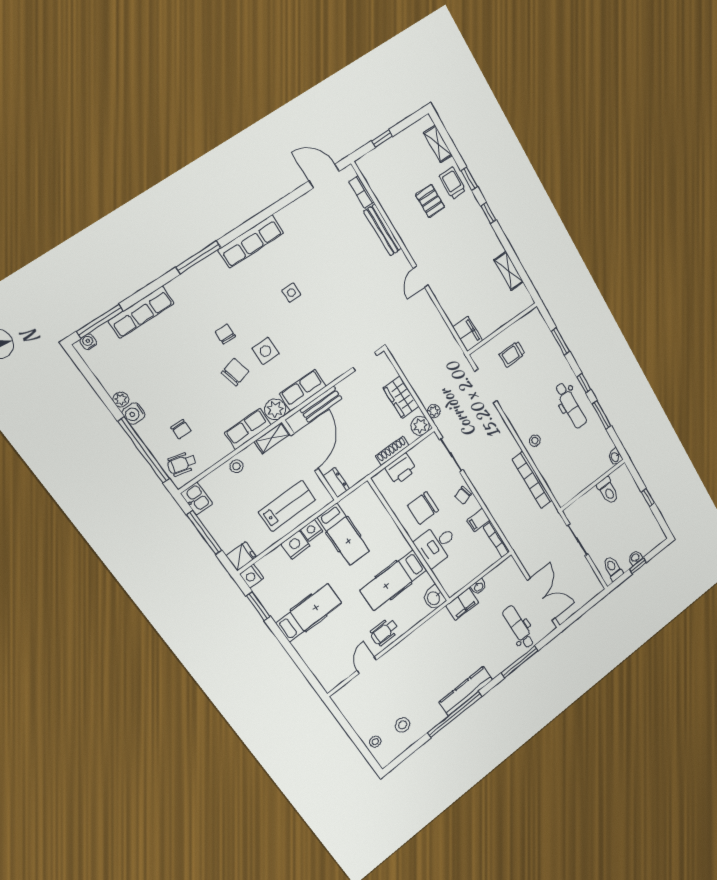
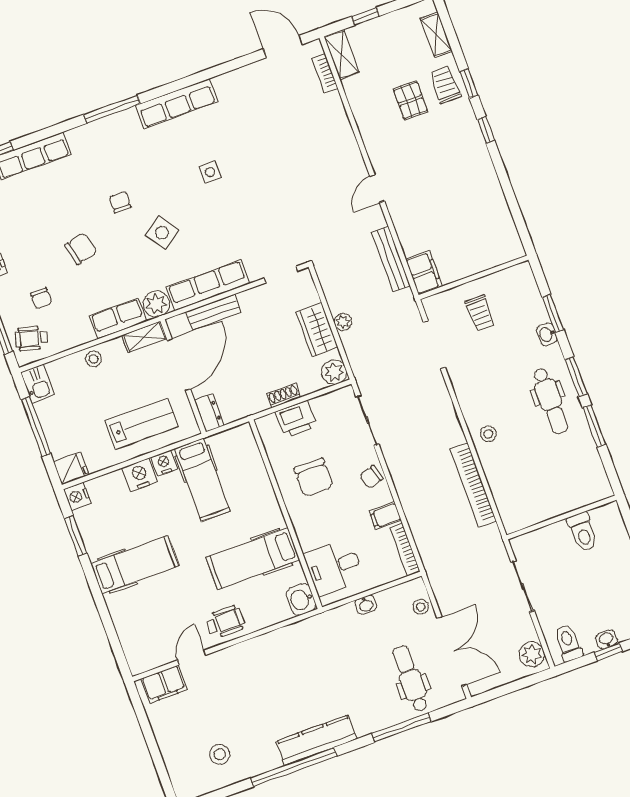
bench: (383, 230) -> (391, 259), moved
shelving: (509, 271) -> (342, 55), moved
side table: (265, 351) -> (162, 233), turned -36
trolley: (512, 354) -> (480, 313), turned -90
chair: (235, 372) -> (81, 249), moved
window: (584, 383) -> (576, 377), width x1.50
row of seats: (303, 390) -> (208, 285), width x1.48
plant: (434, 411) -> (343, 322), moved
shoe rack: (392, 451) -> (284, 396), width x0.70
washbasin: (615, 457) -> (547, 334), moved
chair: (423, 508) -> (314, 478), turned -90
desk: (436, 545) -> (334, 567), moved
plant: (592, 584) -> (532, 654), added
filing cabinet: (462, 604) -> (164, 684), moved
wheelchair: (384, 632) -> (225, 622), turned 180
stool: (375, 742) -> (421, 607), moved

